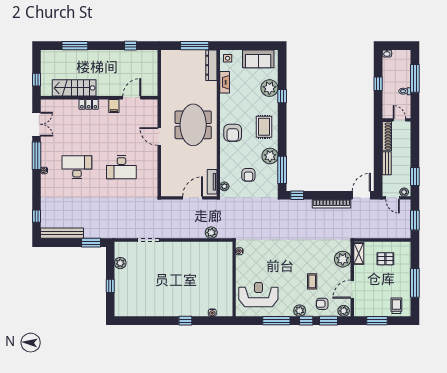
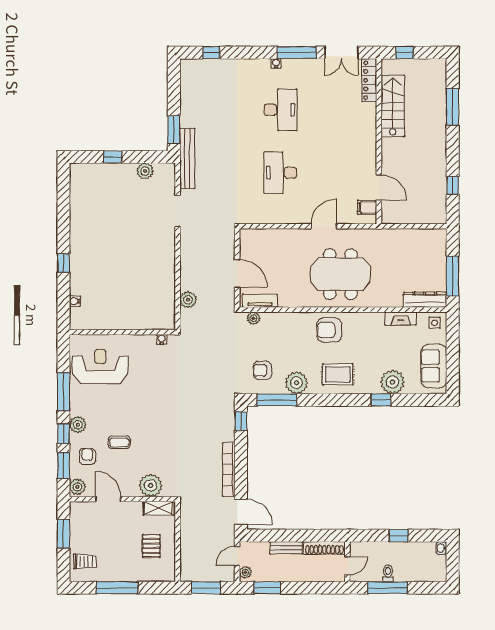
window: (415, 78) -> (387, 588), moved
locker: (89, 104) -> (369, 80), moved, width x1.53
filing cabinet: (114, 106) -> (367, 207), moved
armchair: (248, 175) -> (262, 370), moved
bench: (62, 233) -> (187, 158), moved
reception desk: (258, 295) -> (100, 366), turned -90

